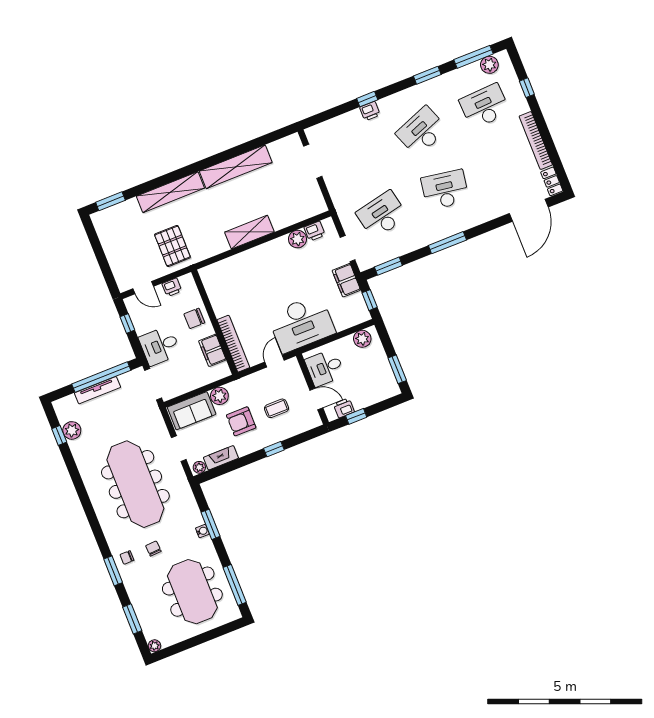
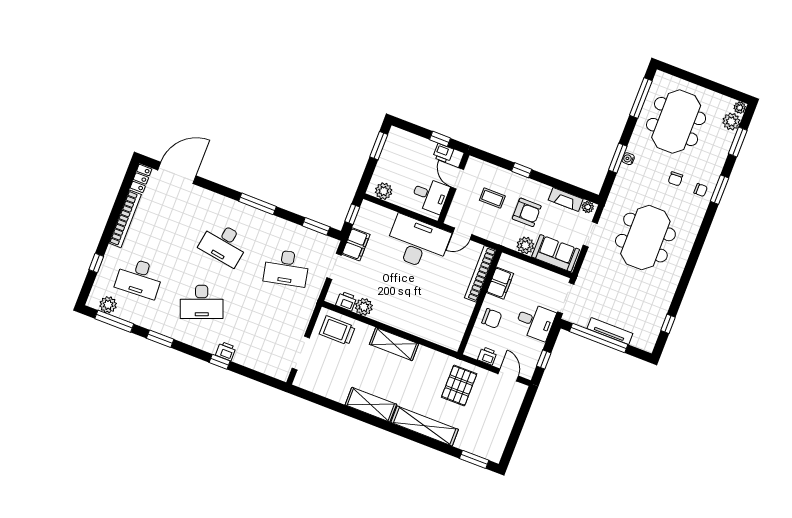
shelving: (236, 167) -> (371, 405), width x0.68
trolley: (301, 203) -> (337, 330), added
plant: (72, 430) -> (731, 122), moved
meeting table: (135, 484) -> (645, 238), width x0.73

